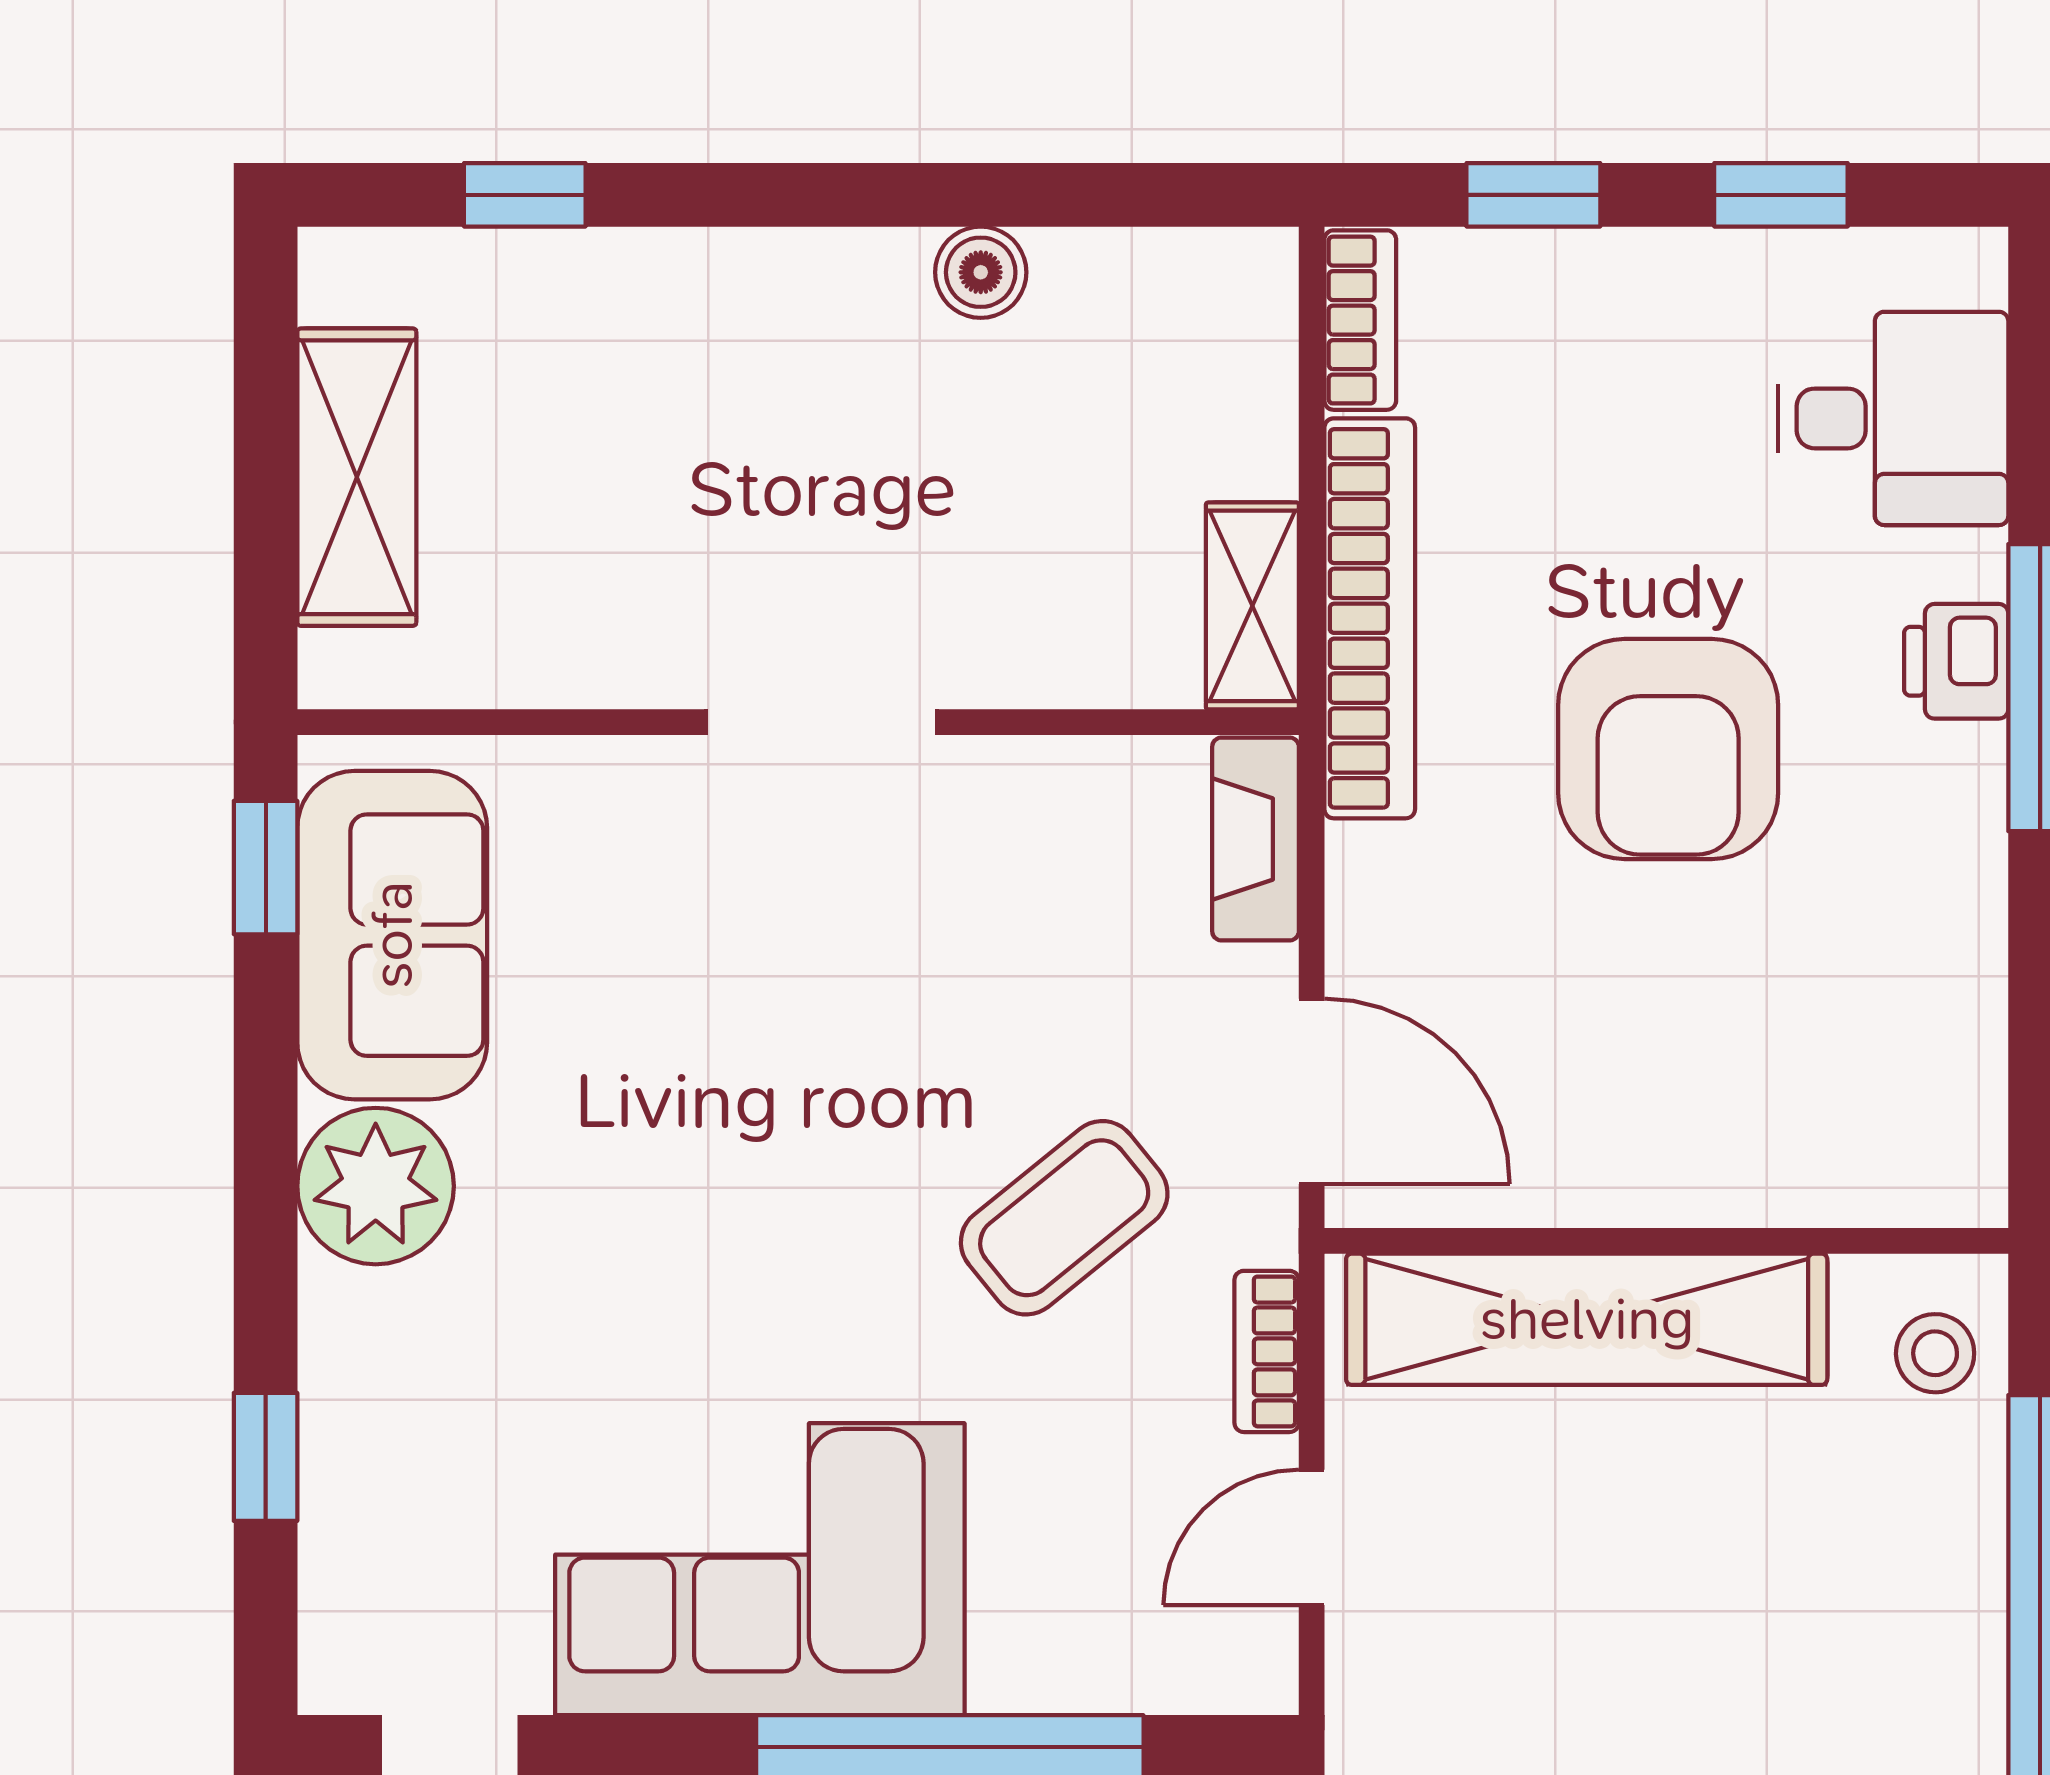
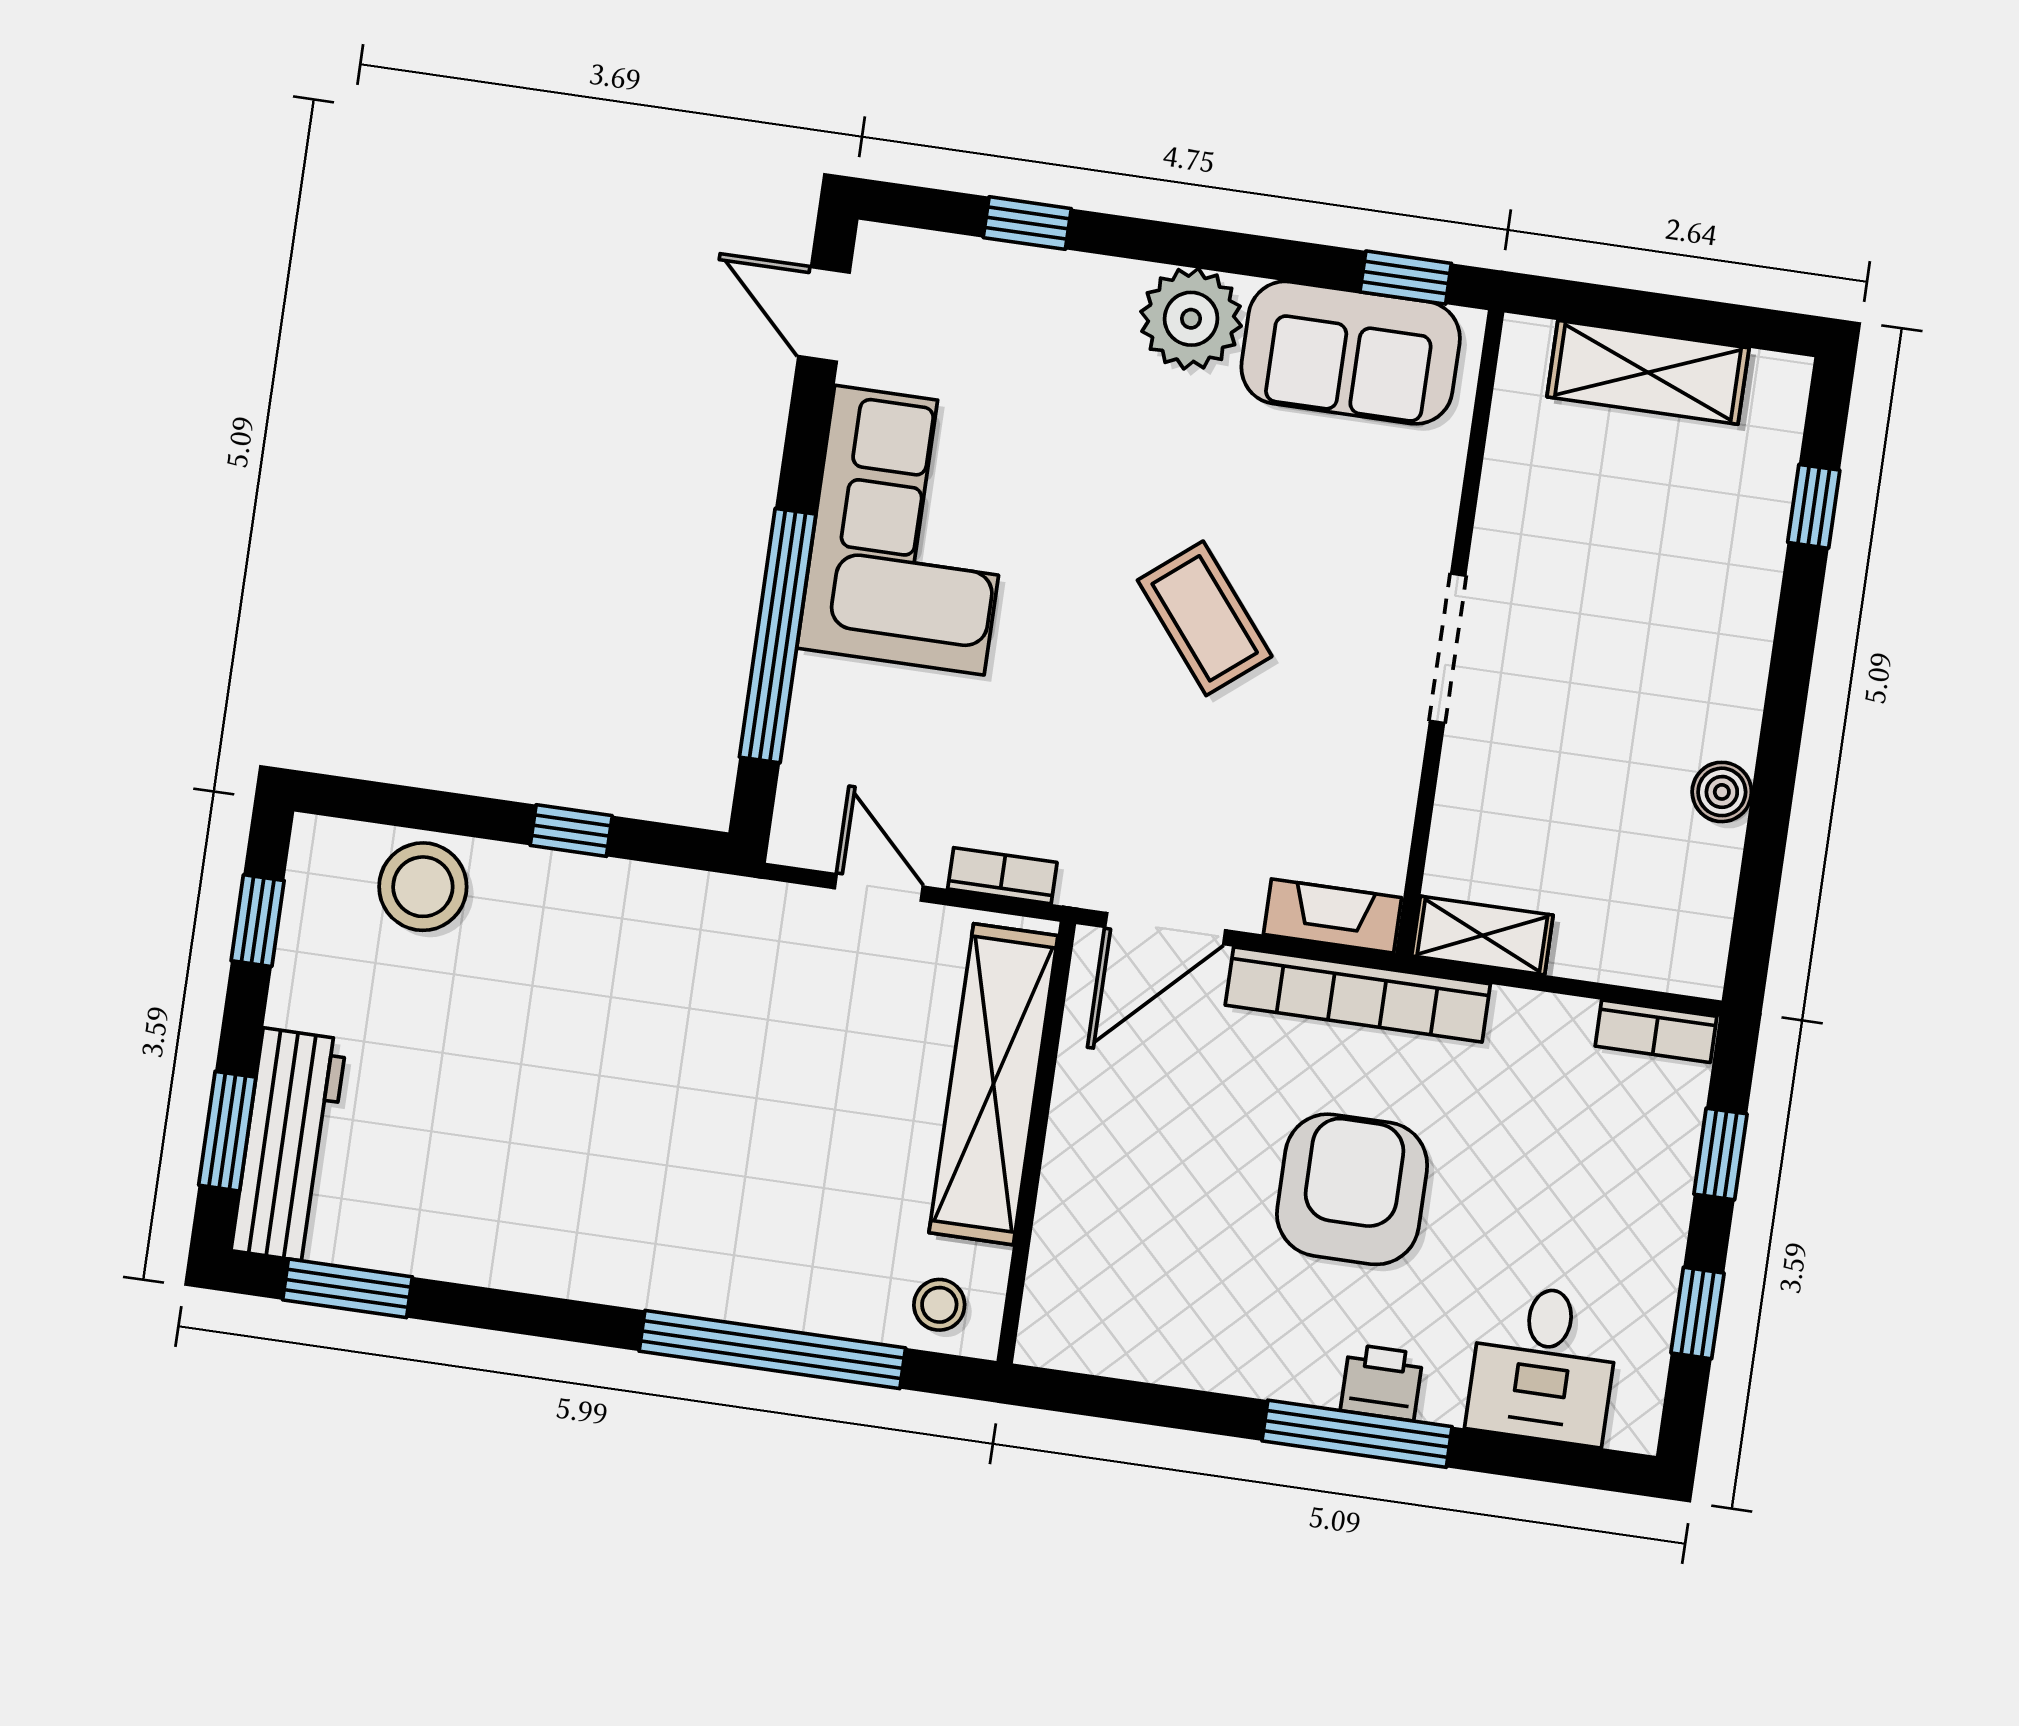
bookcase: (1370, 618) -> (1358, 994), moved
armchair: (1668, 749) -> (1352, 1189), turned 90
coffee table: (1064, 1218) -> (1205, 618), moved

